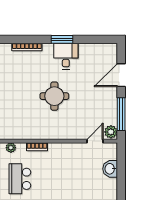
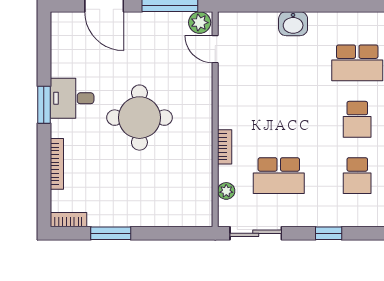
round table: (54, 96) -> (139, 118), width x1.36, depth x1.36
washbasin: (110, 169) -> (293, 24), moved

